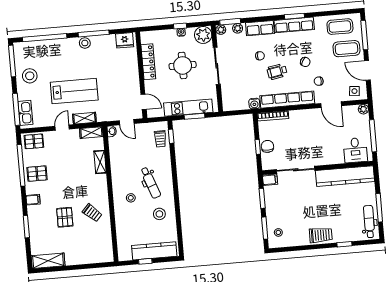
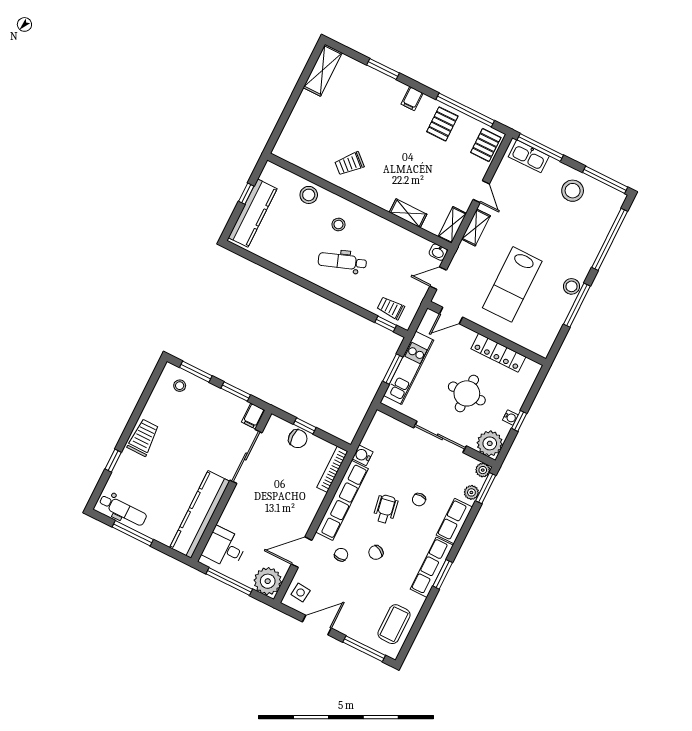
fridge: (125, 40) -> (544, 339), removed
coffee table: (346, 49) -> (361, 615), removed
lab bench: (74, 91) -> (512, 284), moved
plant: (363, 109) -> (268, 581), width x1.87, depth x1.87
stool: (159, 214) -> (309, 195), moved
pallet: (65, 217) -> (365, 125), removed
trolley: (321, 235) -> (143, 438), turned 180

